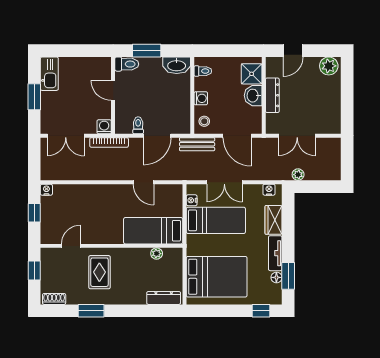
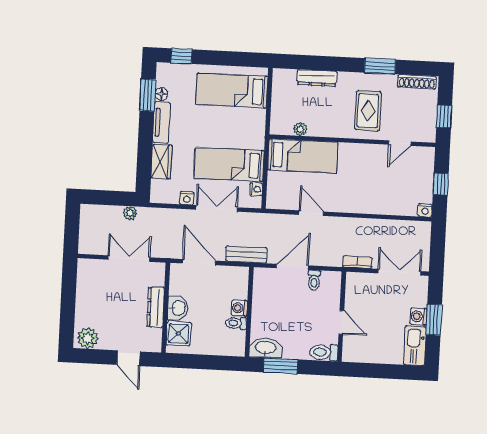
window: (147, 51) -> (280, 366), moved
door: (293, 51) -> (129, 358), swing flipped
toilet: (203, 71) -> (236, 323), moved
stool: (204, 121) -> (237, 281), removed
washing machine: (104, 127) -> (418, 316), moved, turned 90
bookcase: (109, 142) -> (357, 262), width x0.64
nightstand: (269, 190) -> (187, 198), moved
bed: (217, 277) -> (232, 90), width x0.67
dresser: (164, 298) -> (317, 78), moved
shoe rack: (54, 299) -> (417, 82), width x1.43

